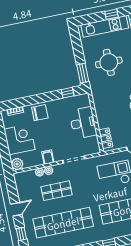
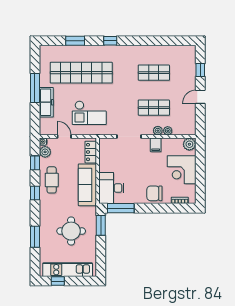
window: (68, 93) -> (121, 208), width x2.17
sofa: (103, 108) -> (87, 185), added
desk: (83, 123) -> (111, 188), moved
shop shelf: (63, 223) -> (154, 73), width x0.50, depth x0.74

